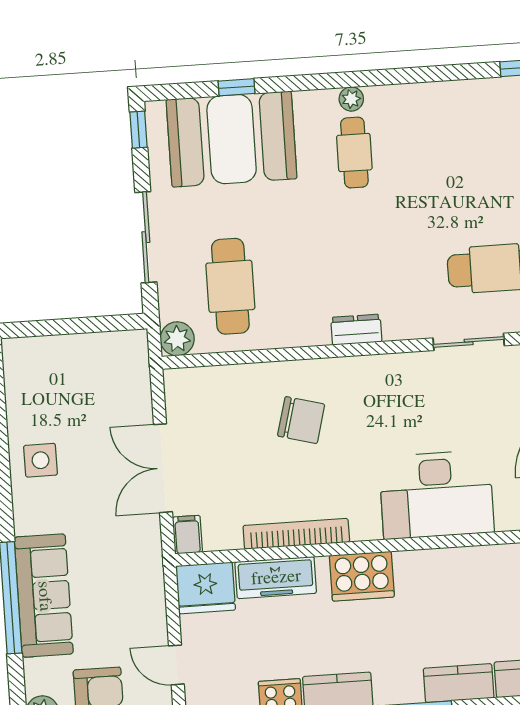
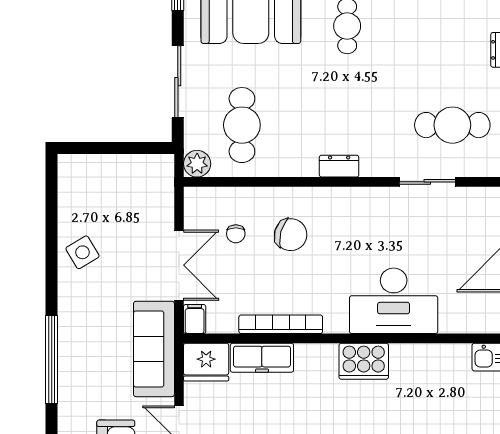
chair: (232, 424) -> (236, 234), added
side table: (41, 460) -> (83, 252), turned -31
double door: (163, 468) -> (179, 265), swing flipped
cooker: (362, 576) -> (364, 361), moved
sofa: (44, 596) -> (154, 349), moved, turned 180

